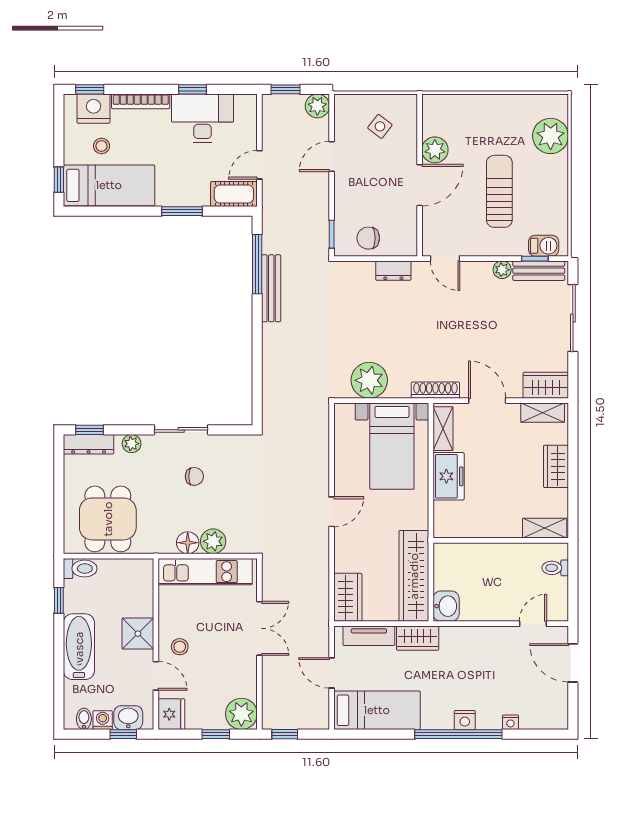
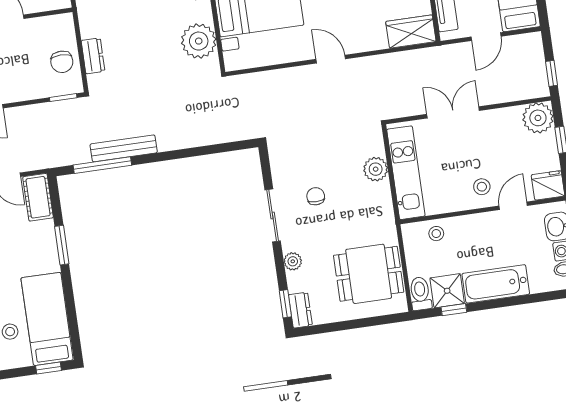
dresser: (393, 271) -> (93, 56), moved
dresser: (89, 444) -> (300, 310), width x0.70
floor lamp: (188, 543) -> (380, 193), removed
stool: (139, 594) -> (436, 234), added
shower: (138, 634) -> (447, 291), moved

